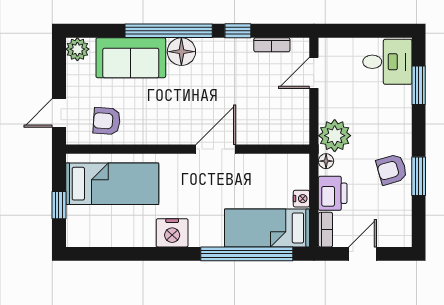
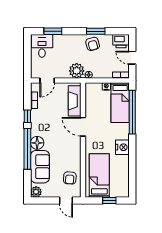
door: (314, 73) -> (47, 81), hinge flipped
fireplace: (271, 131) -> (75, 101), added
printer: (333, 193) -> (121, 41), moved, turned 180

